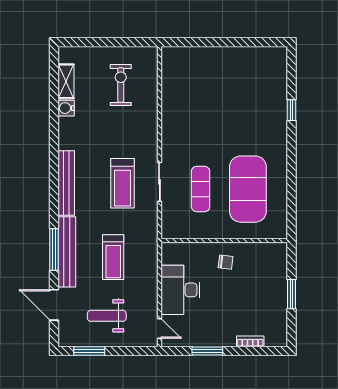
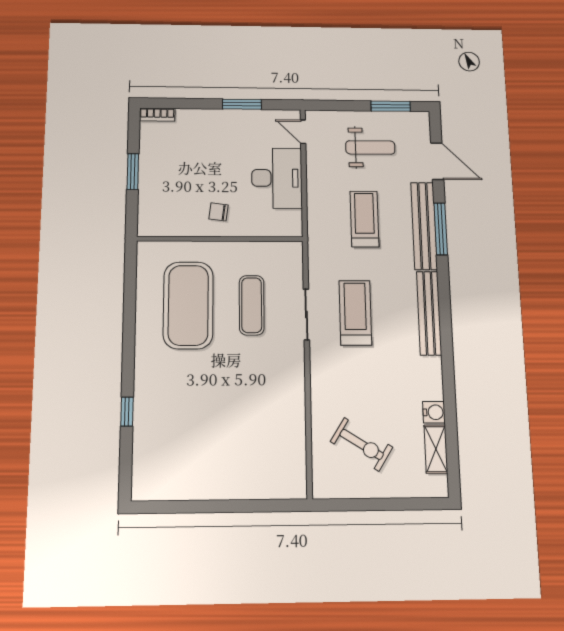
exercise bike: (121, 85) -> (362, 444), turned -58
bookcase: (250, 341) -> (157, 115), moved

